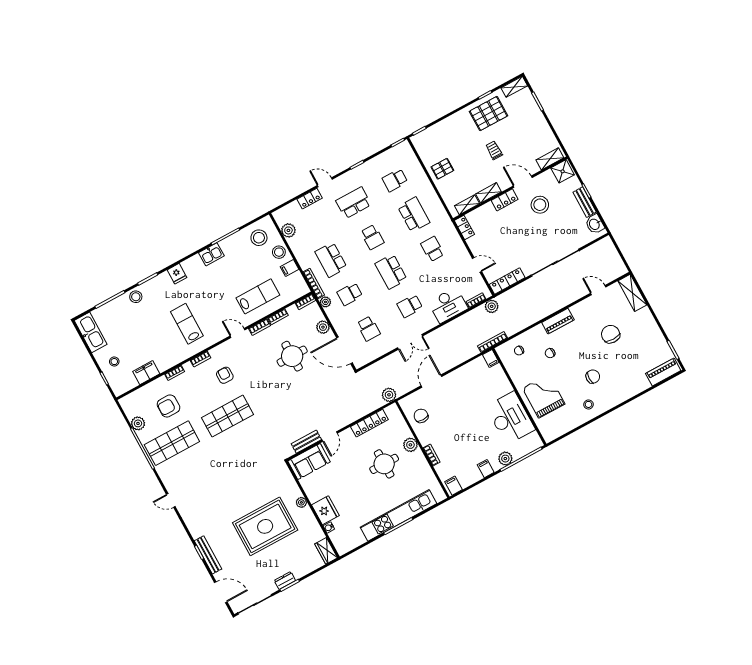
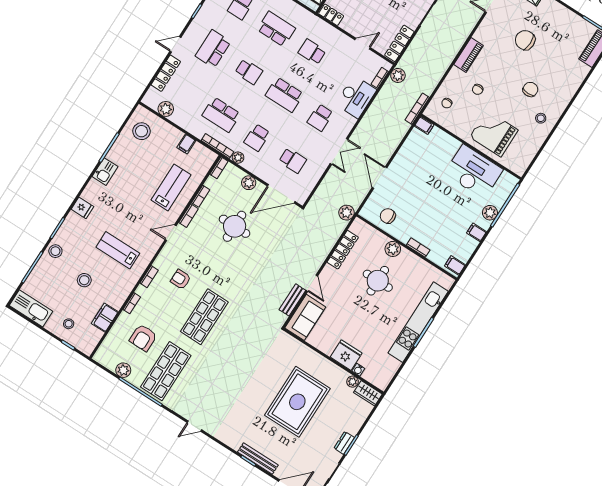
locker: (310, 199) -> (166, 73), width x1.53
stool: (279, 252) -> (84, 280), moved
plant: (301, 502) -> (353, 382), moved

